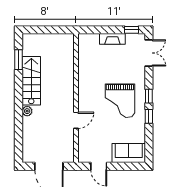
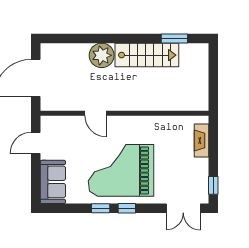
fireplace: (112, 39) -> (201, 140), moved
grand piano: (120, 101) -> (121, 170), width x1.37, depth x1.48
plant: (27, 111) -> (102, 55), width x1.88, depth x1.88

